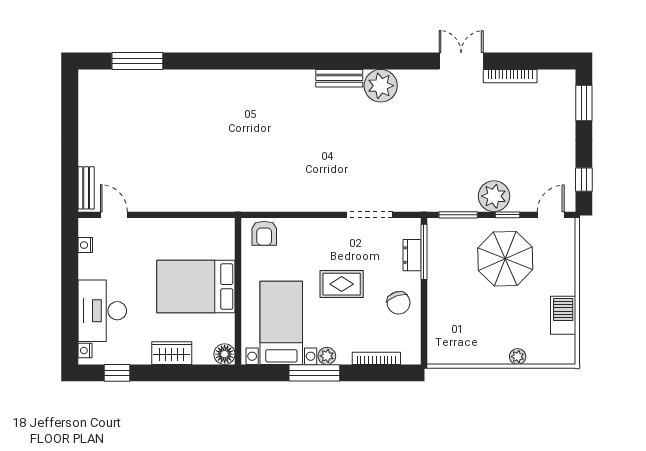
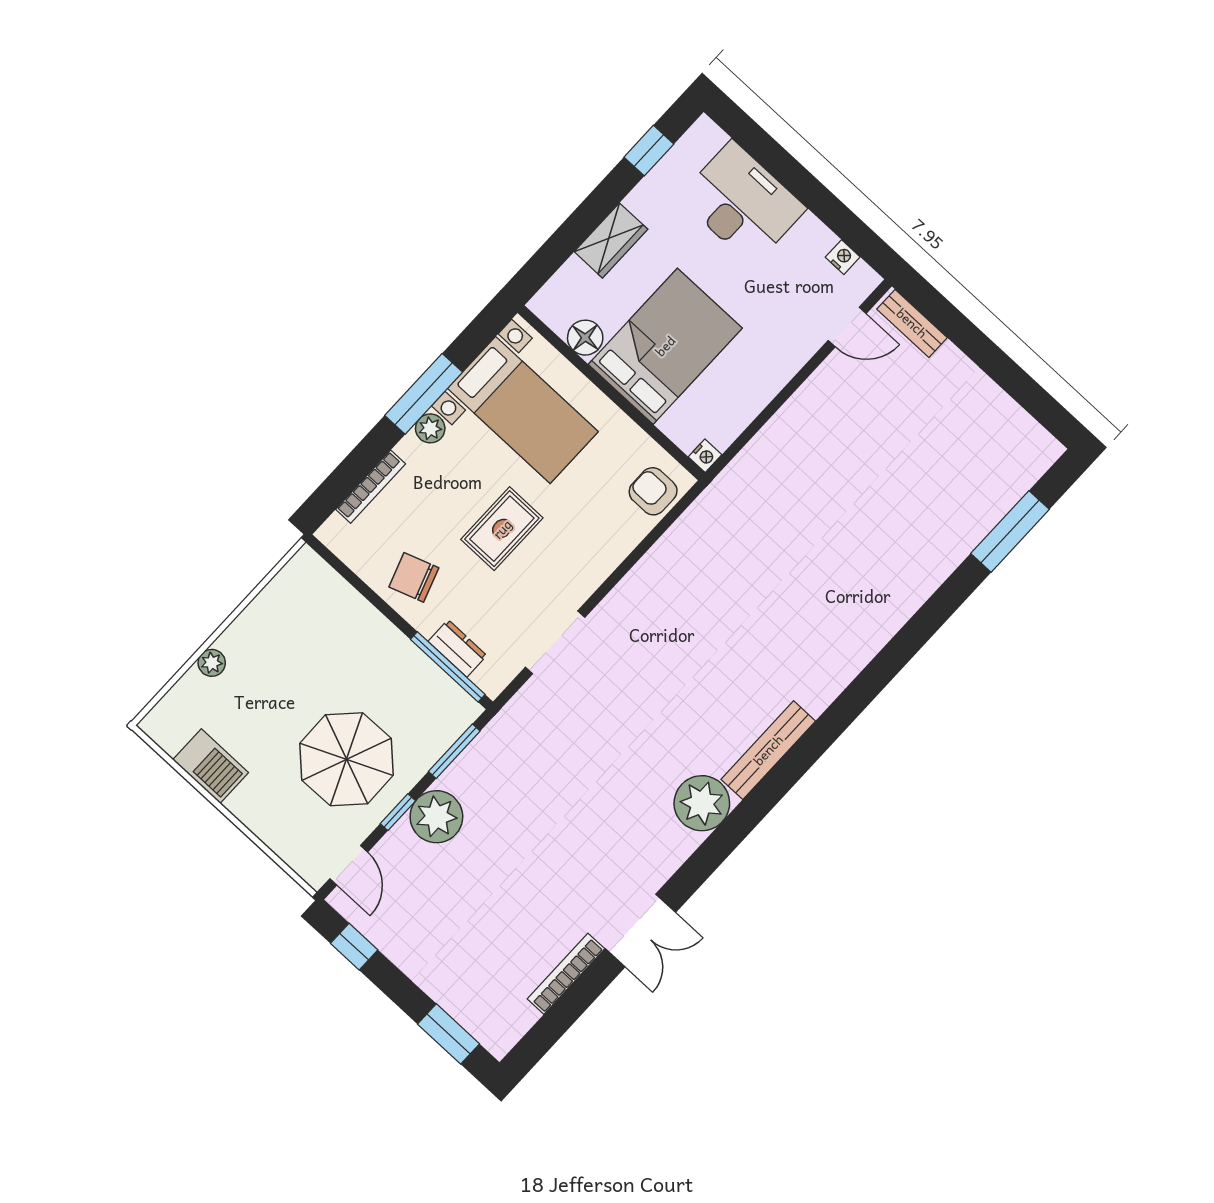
bench: (339, 78) -> (768, 750), width x1.36
nightstand: (85, 350) -> (705, 456), moved, turned 90
floor lamp: (225, 354) -> (585, 338), moved

